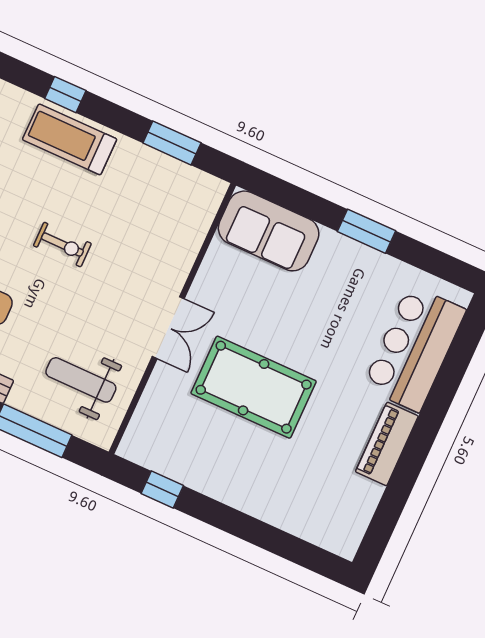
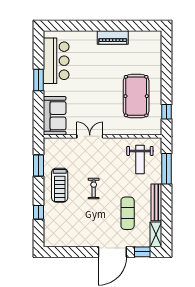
treadmill: (70, 139) -> (60, 185), moved
double door: (168, 328) -> (90, 136), moved
bar counter: (414, 348) -> (56, 61), moved, turned -90
pool table: (254, 387) -> (136, 96), moved

